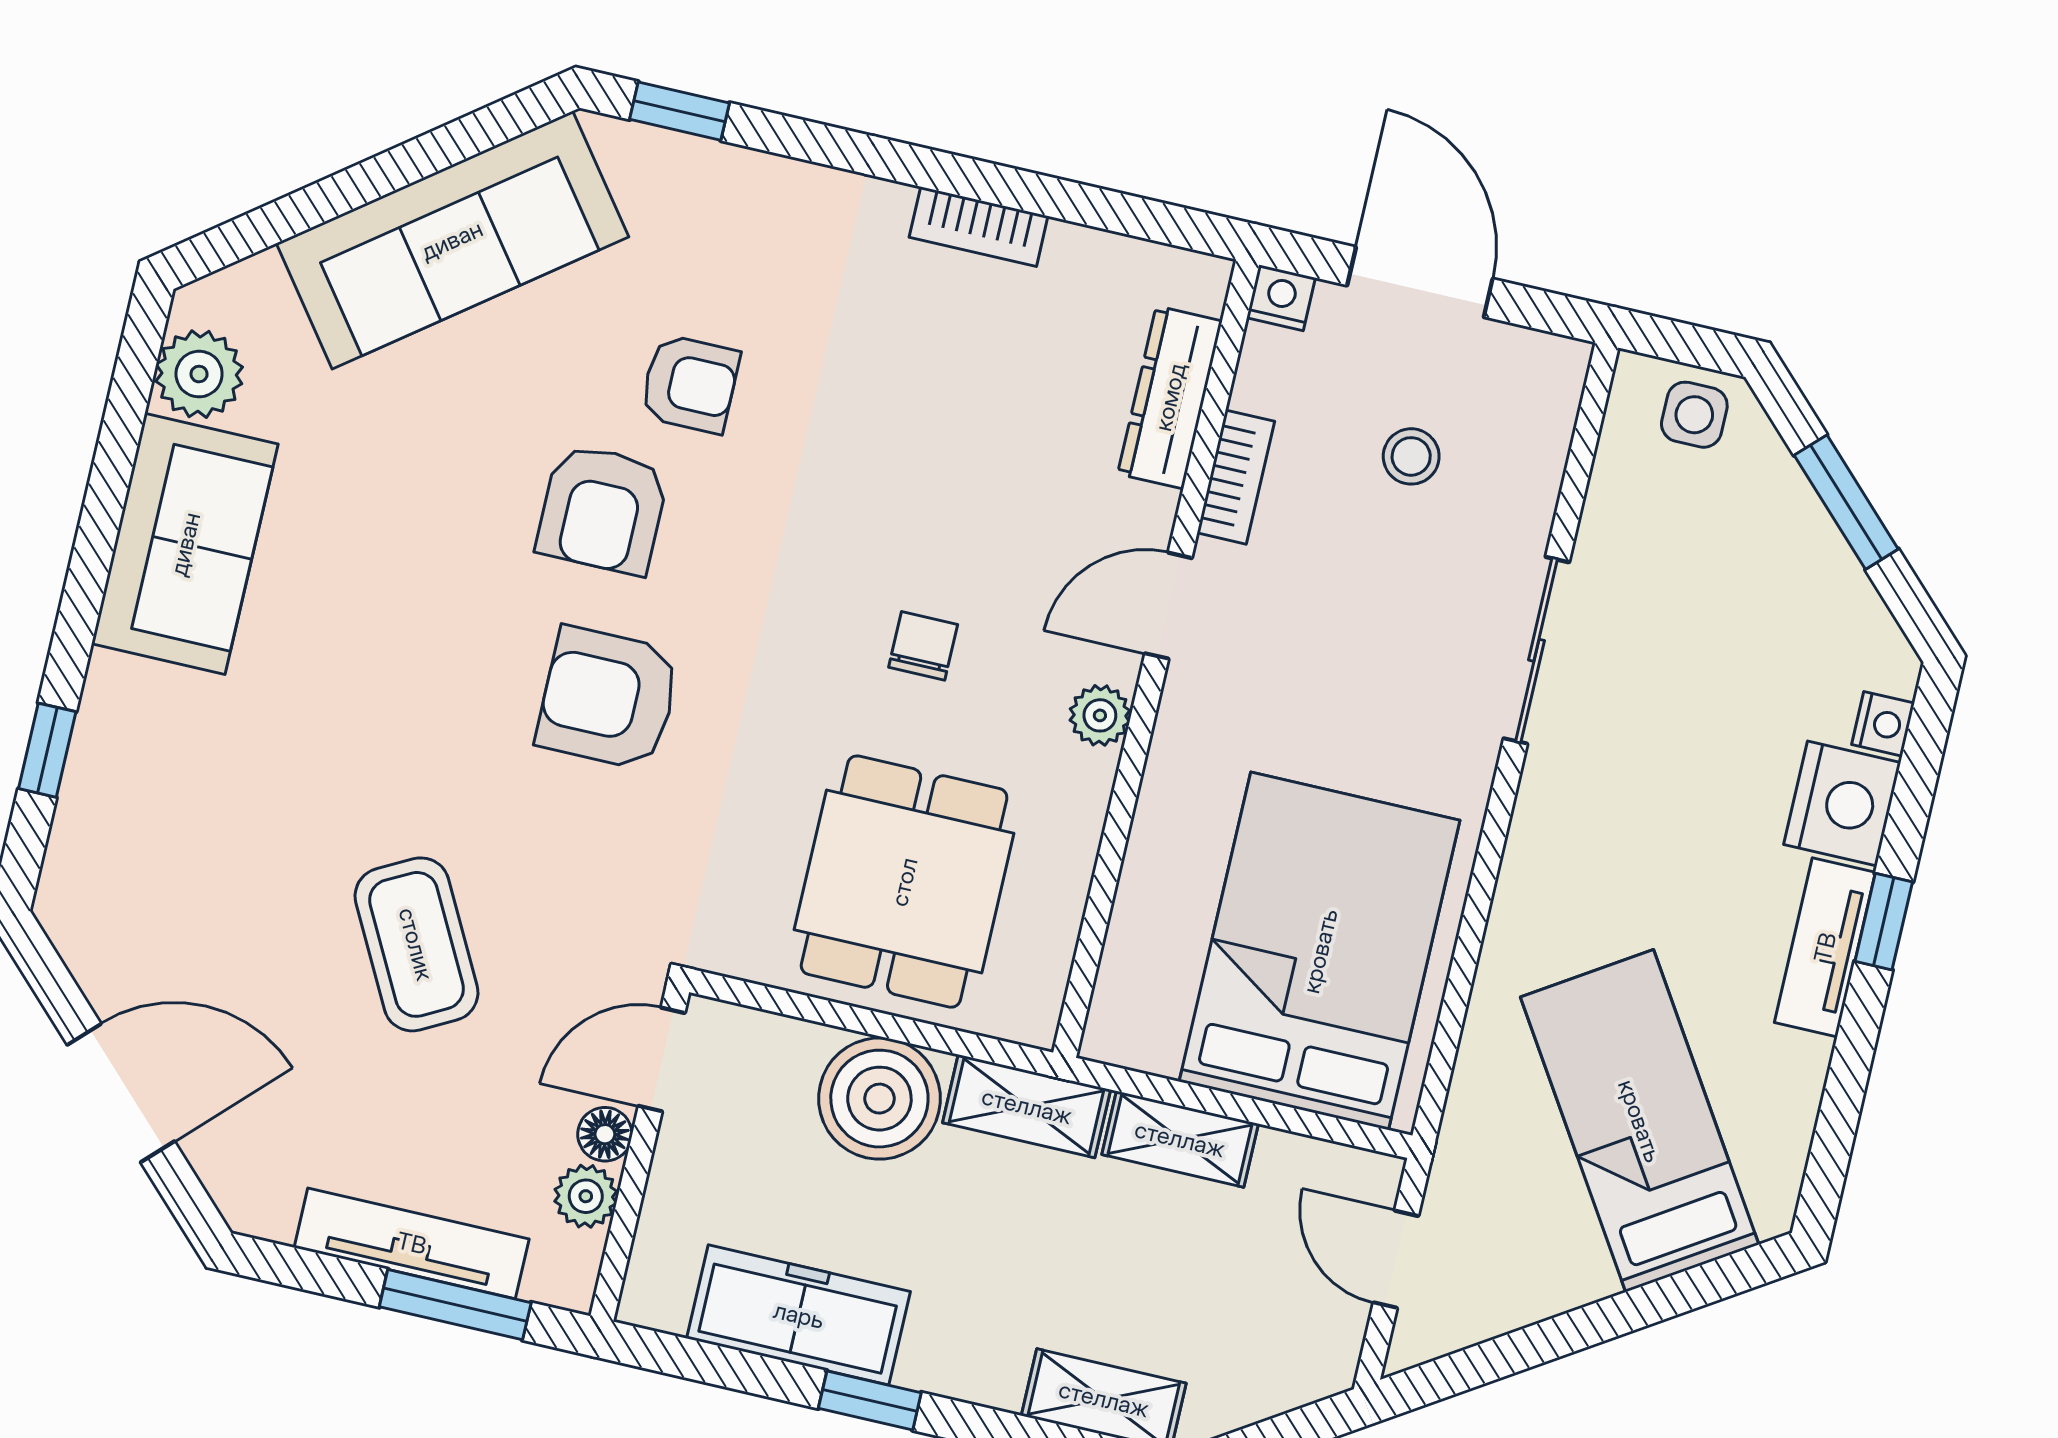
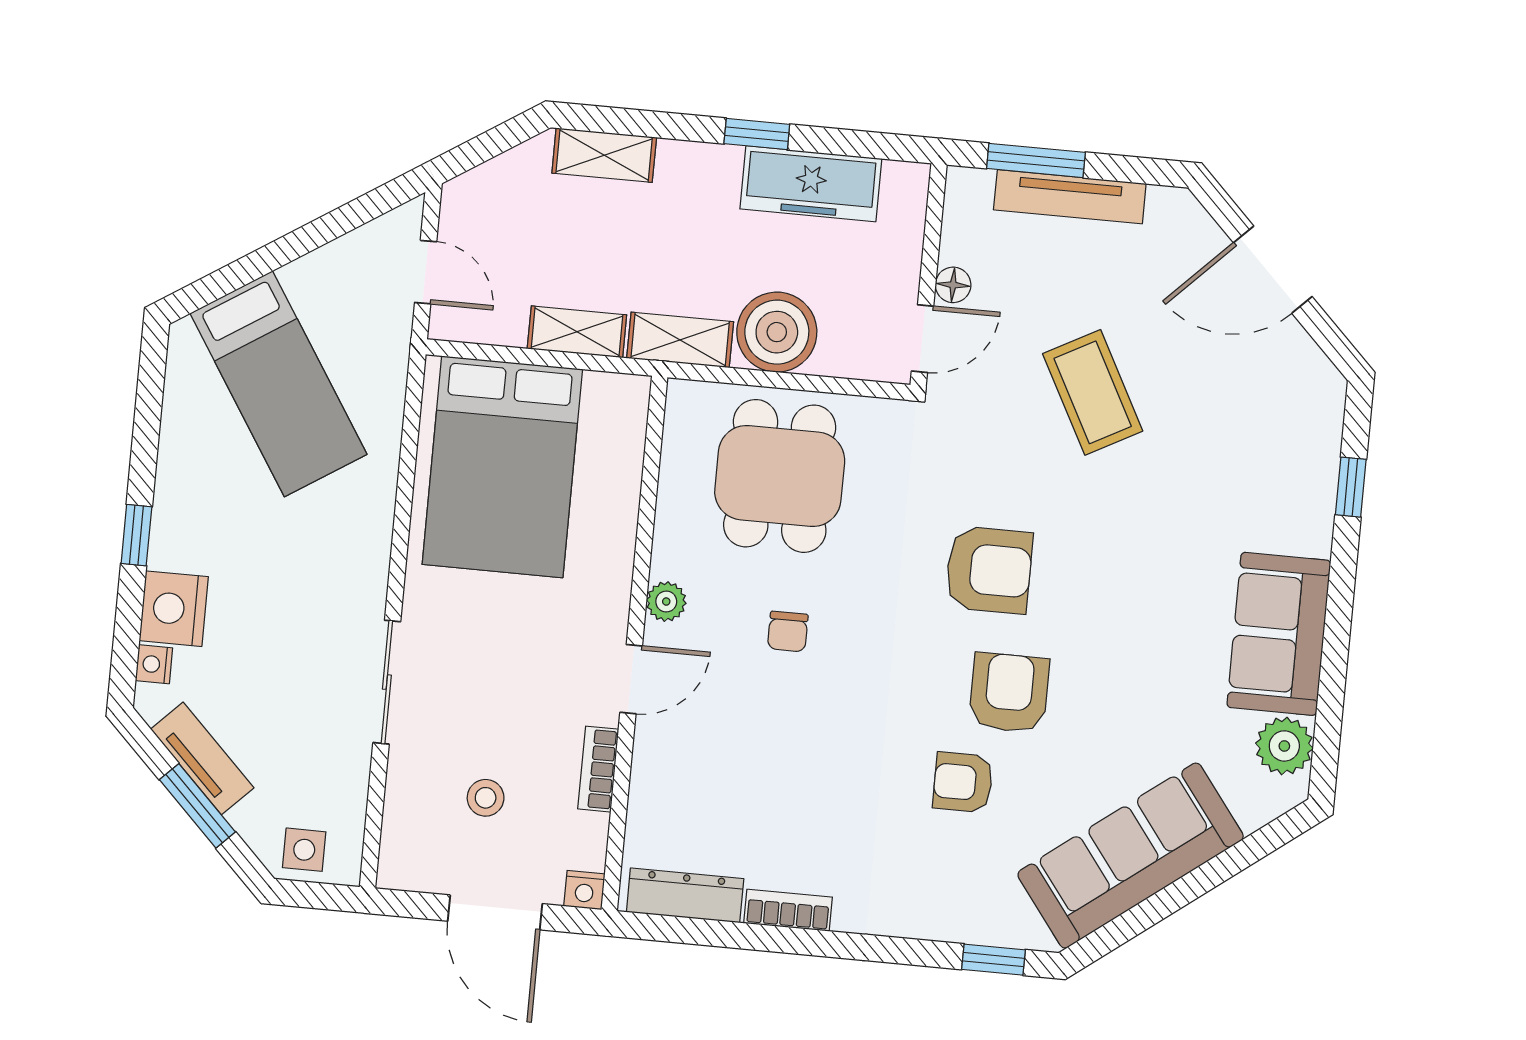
dresser: (1170, 397) -> (685, 895), moved, turned -90
tv unit: (1825, 947) -> (202, 758), moved, turned -45
plant: (586, 1196) -> (960, 243), removed

